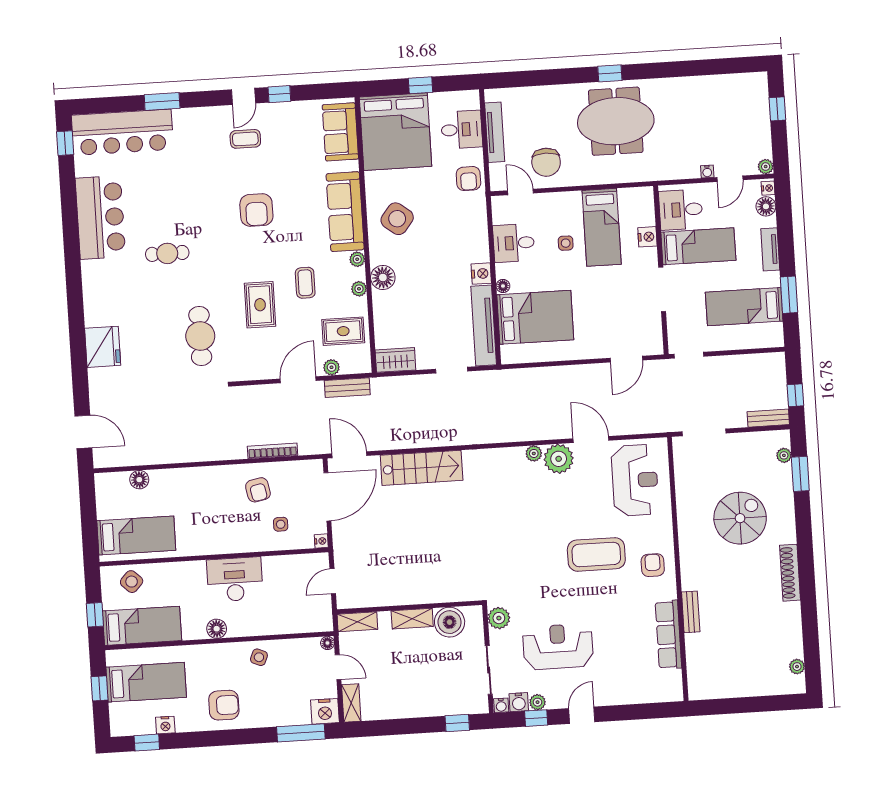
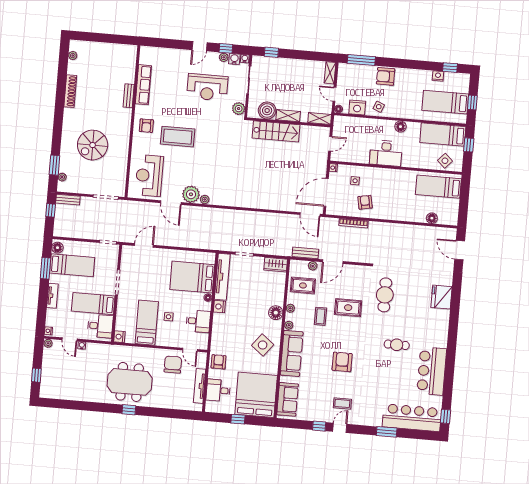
door: (730, 179) -> (69, 339), swing flipped
floor lamp: (766, 206) -> (57, 248), moved
nightstand: (647, 237) -> (119, 337), moved
rug: (260, 305) -> (348, 308), turned 90
stairs: (422, 468) -> (276, 131), moved, turned 180
shoe rack: (790, 573) -> (70, 91), moved
armchair: (224, 705) -> (386, 76), moved
nightstand: (325, 711) -> (357, 107), moved, turned 180

